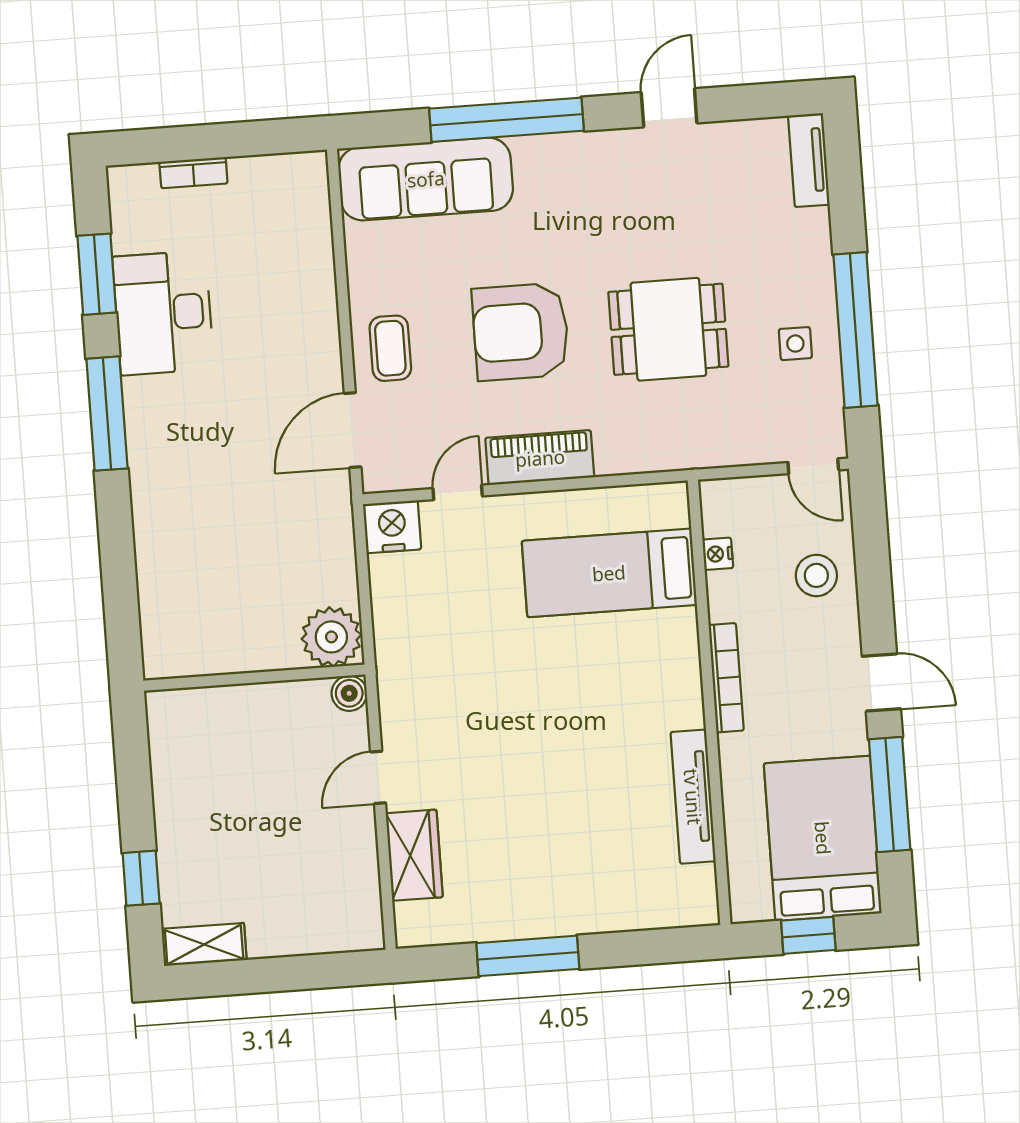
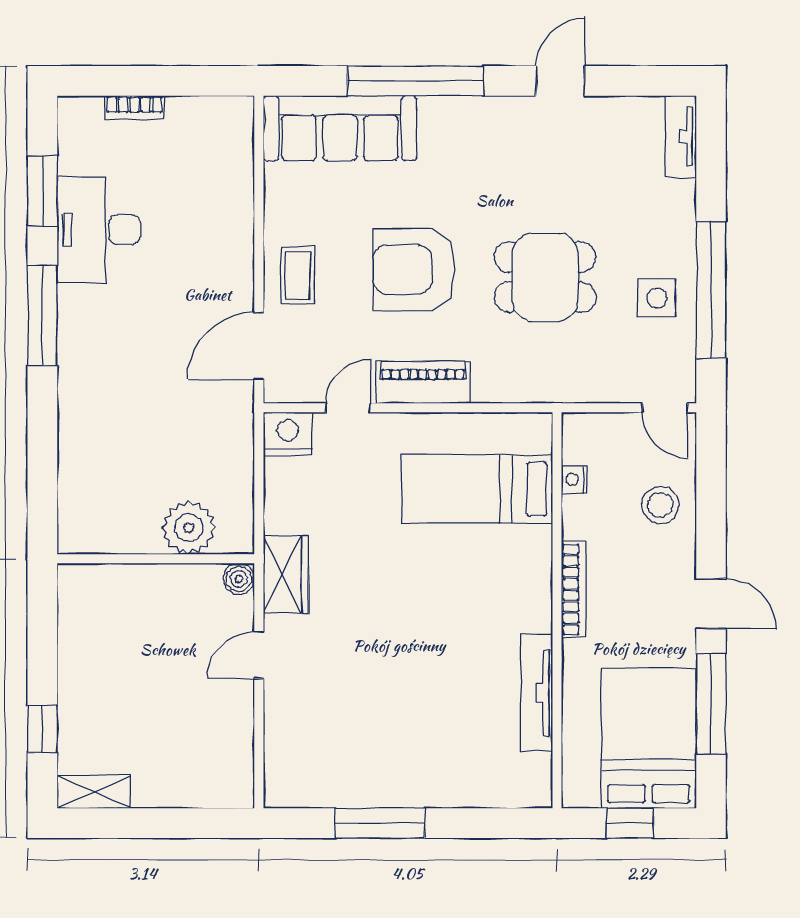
side table: (795, 344) -> (657, 298), width x1.37, depth x1.37
plant: (331, 637) -> (189, 528), moved
wardrobe: (414, 855) -> (286, 574), moved

